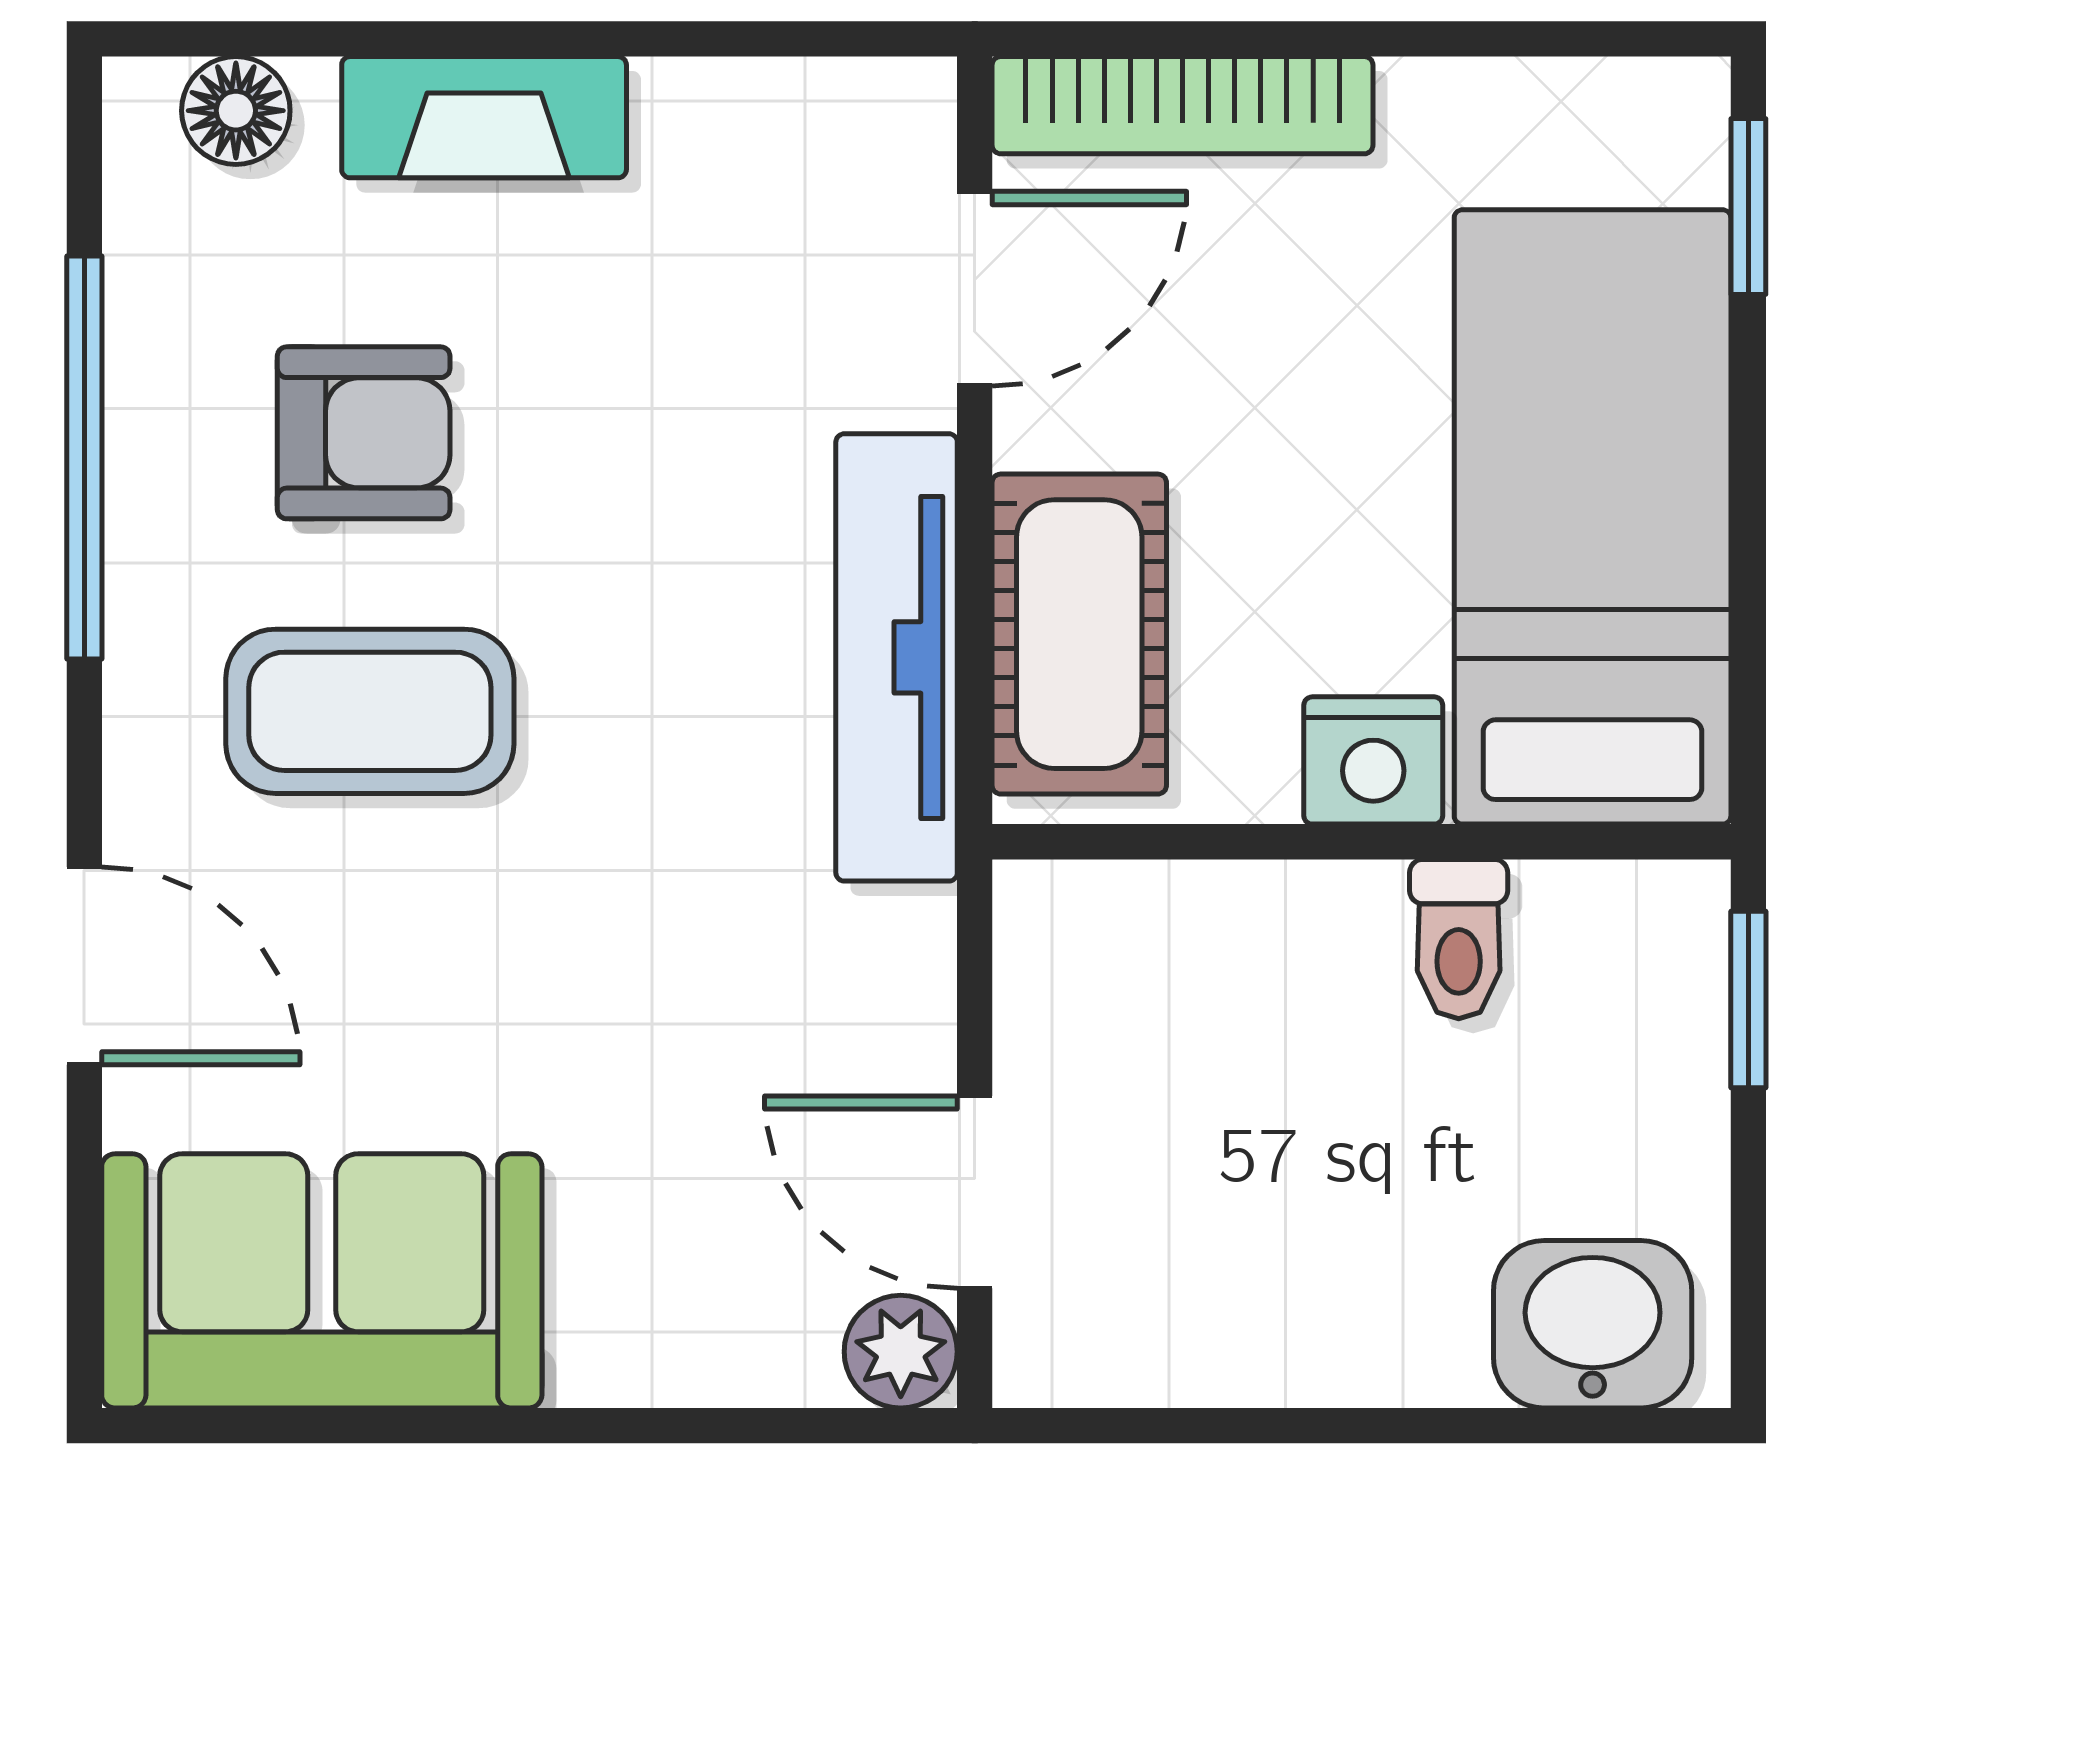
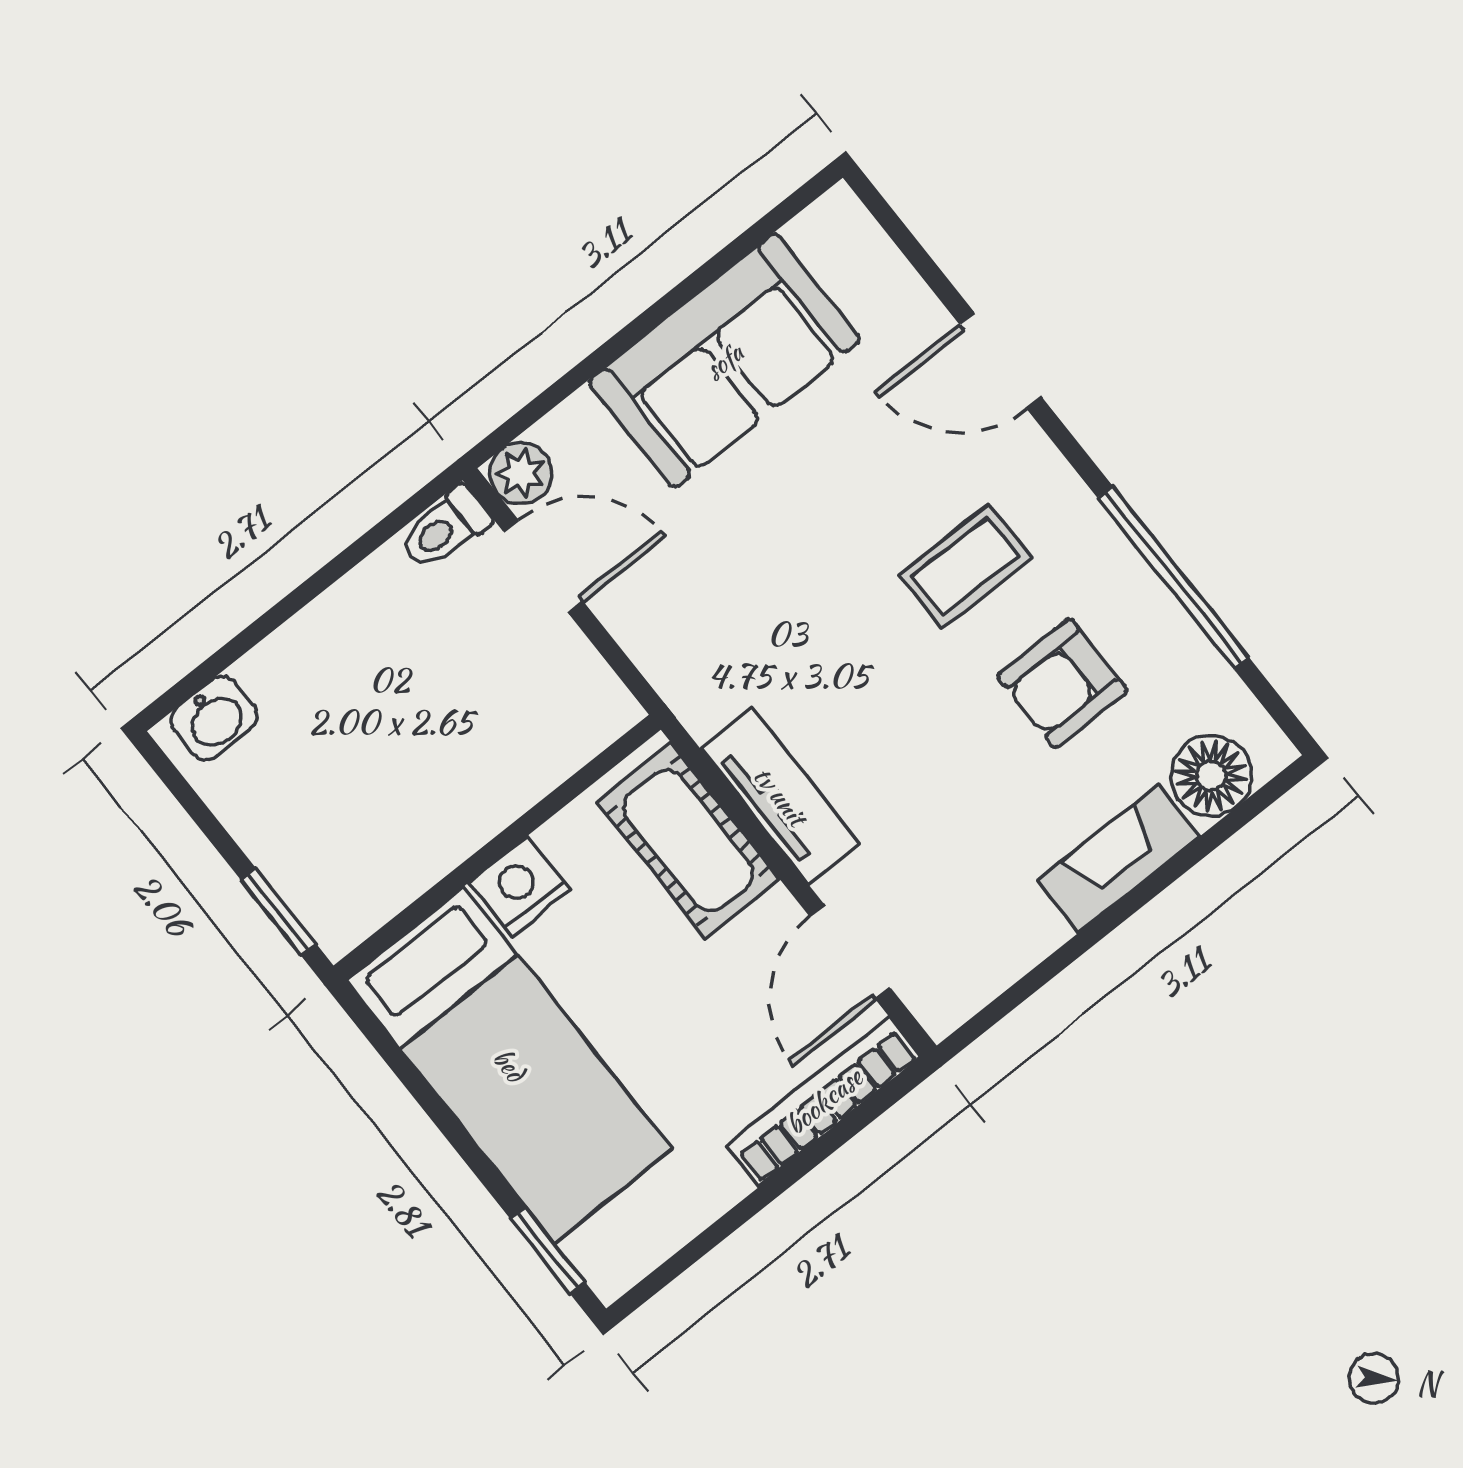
floor lamp: (236, 111) -> (1211, 776), width x1.37, depth x1.37
tv unit: (897, 657) -> (780, 796), width x0.71
coffee table: (370, 711) -> (965, 566), width x0.73, depth x0.77
toilet: (1459, 939) -> (445, 528), moved, turned -90
sofa: (322, 1281) -> (724, 361), moved
washbasin: (1593, 1324) -> (214, 718), width x0.72, depth x0.69

